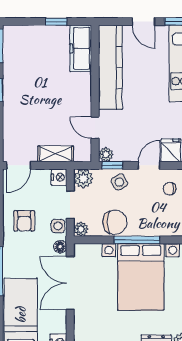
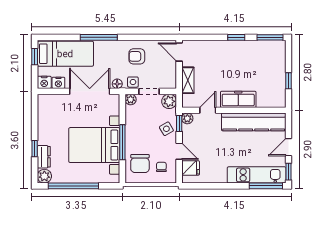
freezer: (81, 48) -> (238, 99), moved
nightstand: (59, 177) -> (58, 83), moved
chair: (115, 222) -> (140, 164), moved

